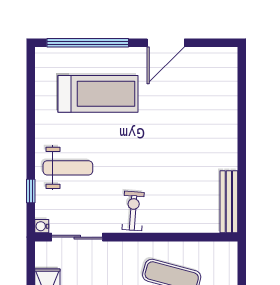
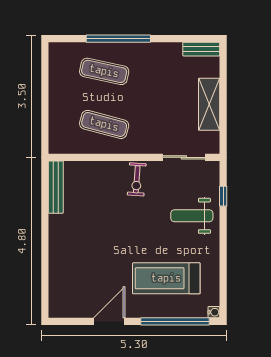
water cooler: (42, 226) -> (214, 312), moved

